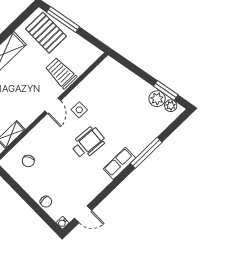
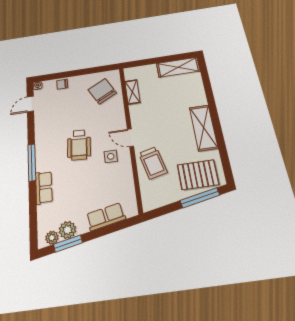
trolley: (61, 73) -> (153, 163), turned 76
row of seats: (127, 78) -> (106, 217), added
window: (146, 153) -> (32, 162), moved
chair: (28, 161) -> (102, 91), width x1.87, depth x1.87
row of seats: (119, 163) -> (44, 187), moved

